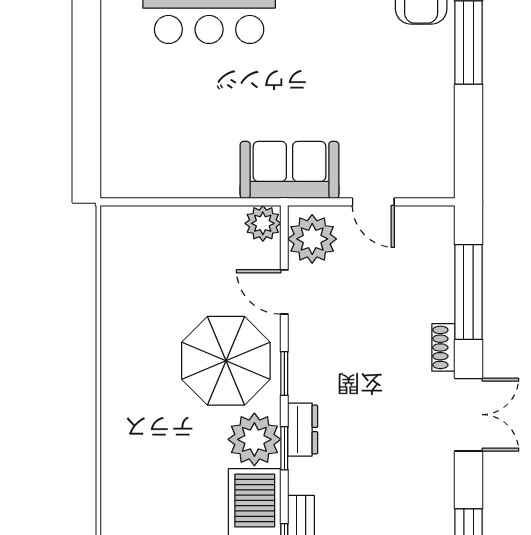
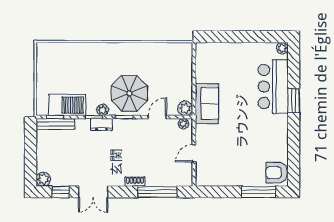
sofa: (289, 170) -> (207, 104), moved
plant: (312, 239) -> (184, 124), width x0.53, depth x0.53
double door: (469, 415) -> (93, 192), moved
plant: (254, 439) -> (102, 110), width x0.53, depth x0.53

